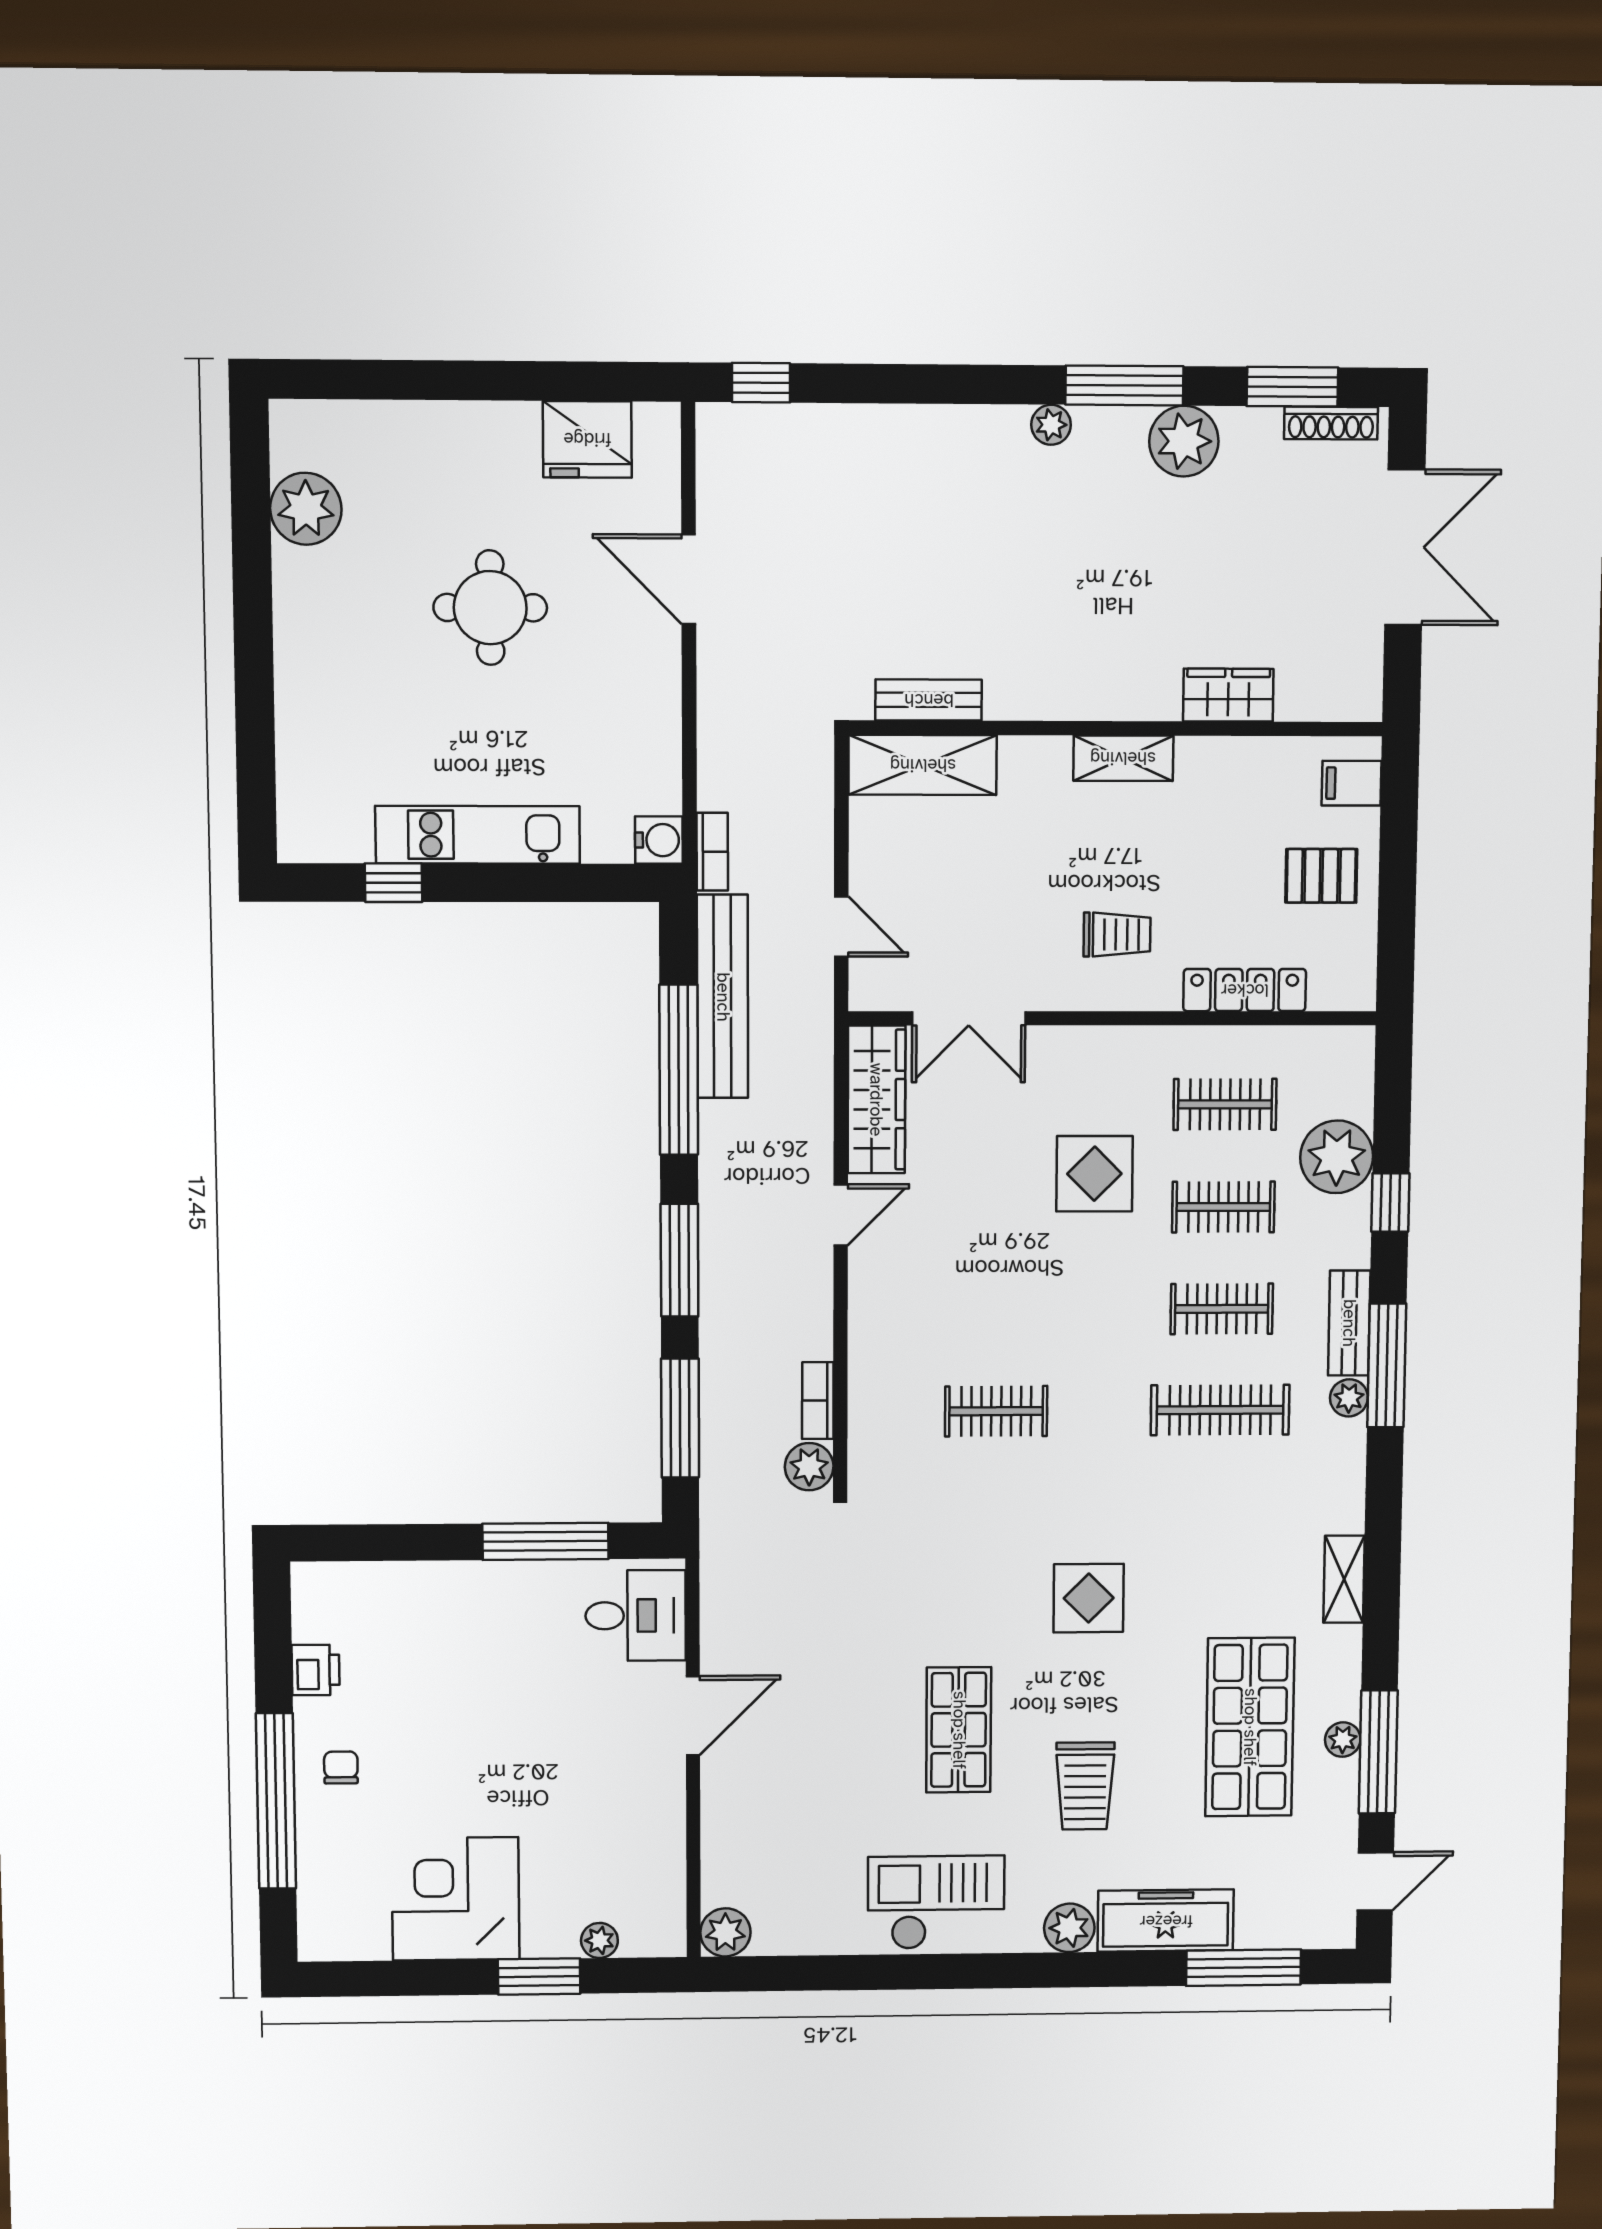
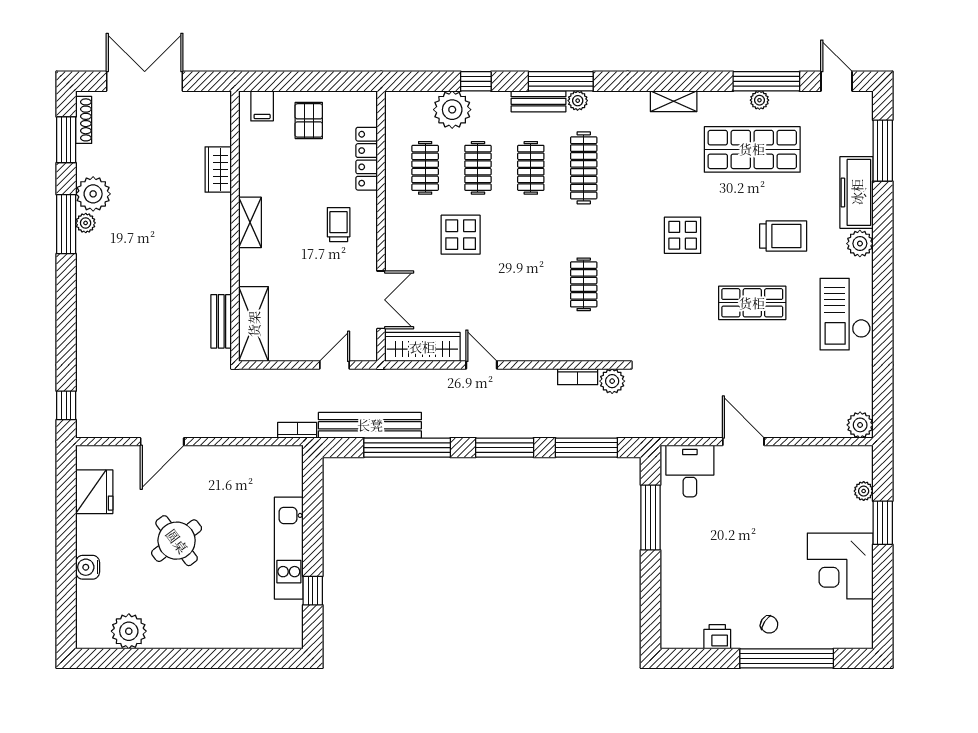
plant: (1051, 425) -> (86, 223), moved
round table: (490, 608) -> (177, 541), turned -37
water cooler: (659, 840) -> (88, 567), moved, turned -90
chair: (341, 1768) -> (769, 624), turned -148

